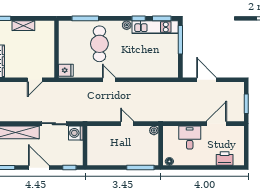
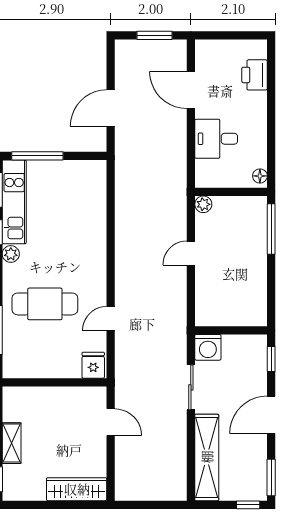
door: (109, 80) -> (111, 319), moved

